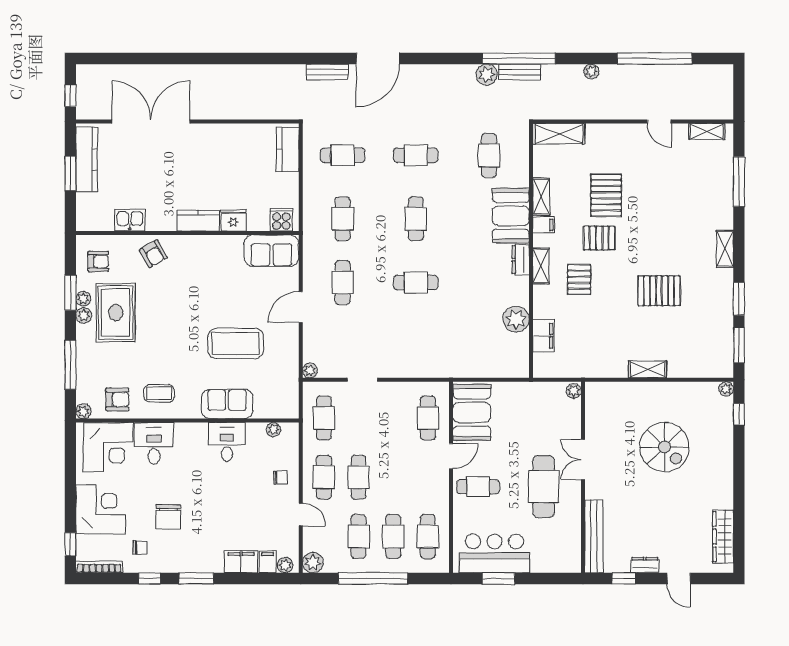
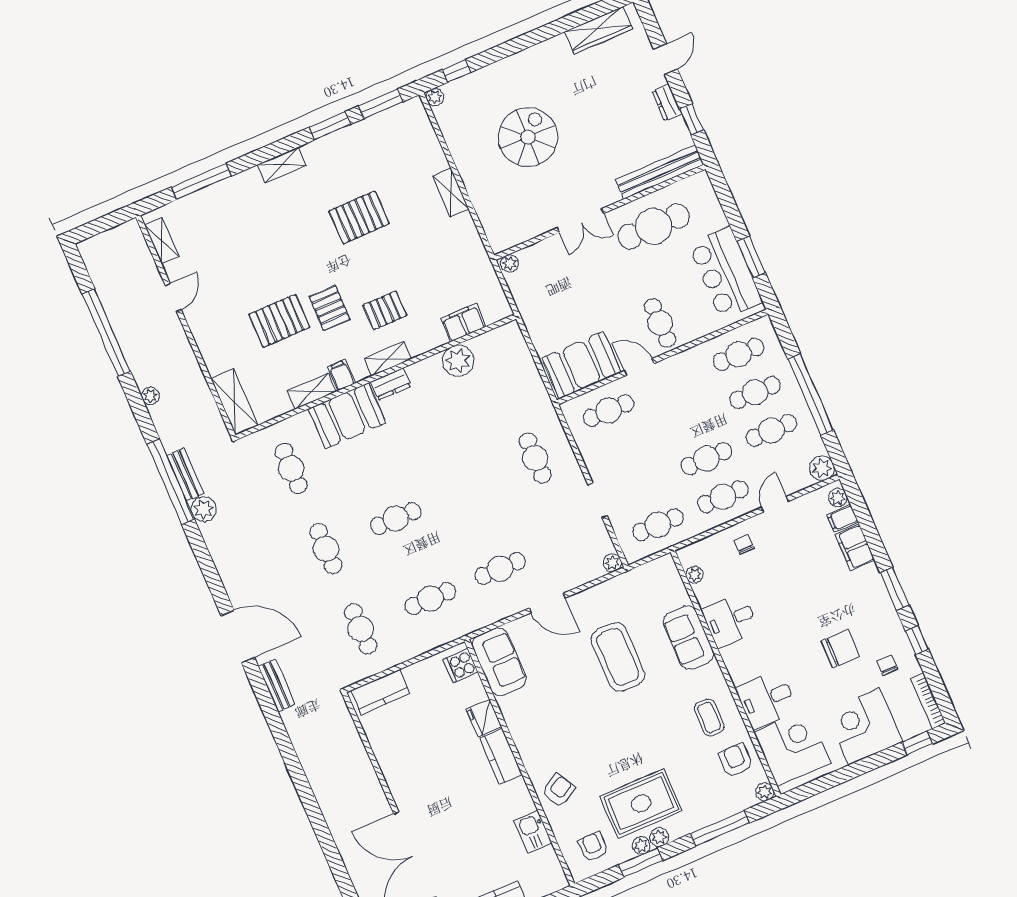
cafe table: (489, 155) -> (291, 468), turned 90
cafe table: (416, 282) -> (535, 458), moved
pallet: (659, 291) -> (359, 217), turned 90
cafe table: (544, 487) -> (654, 226), moved

